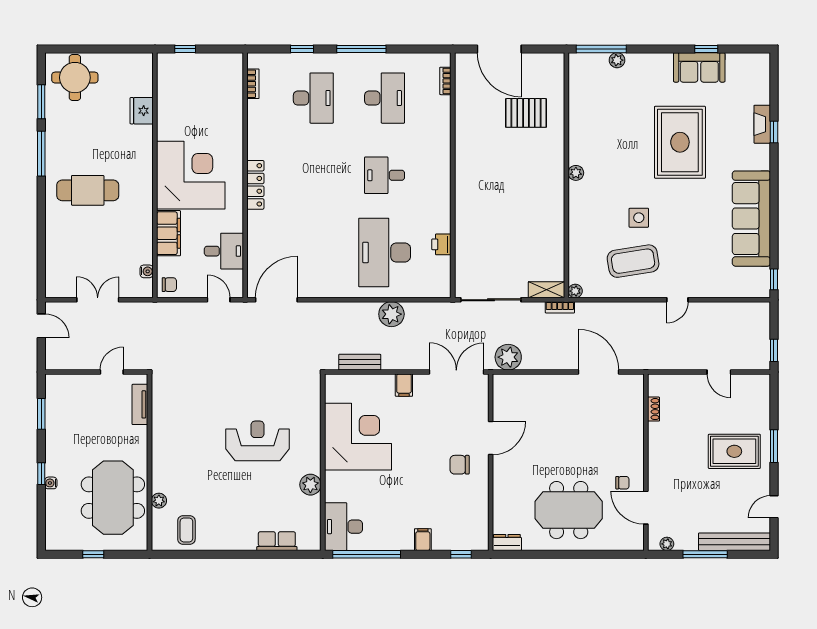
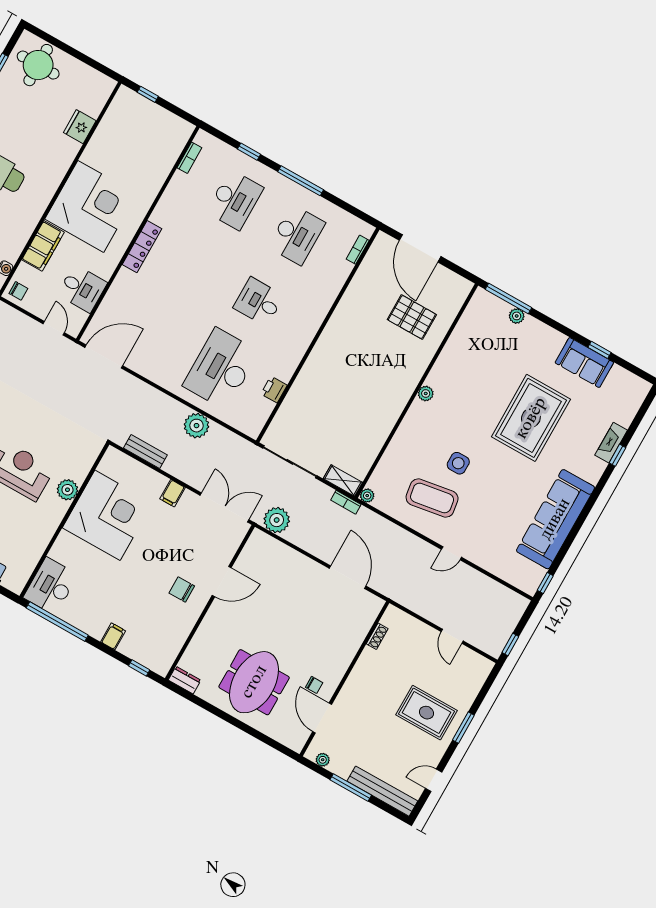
plant: (310, 485) -> (67, 490), moved
meeting table: (569, 510) -> (254, 682), turned 90

